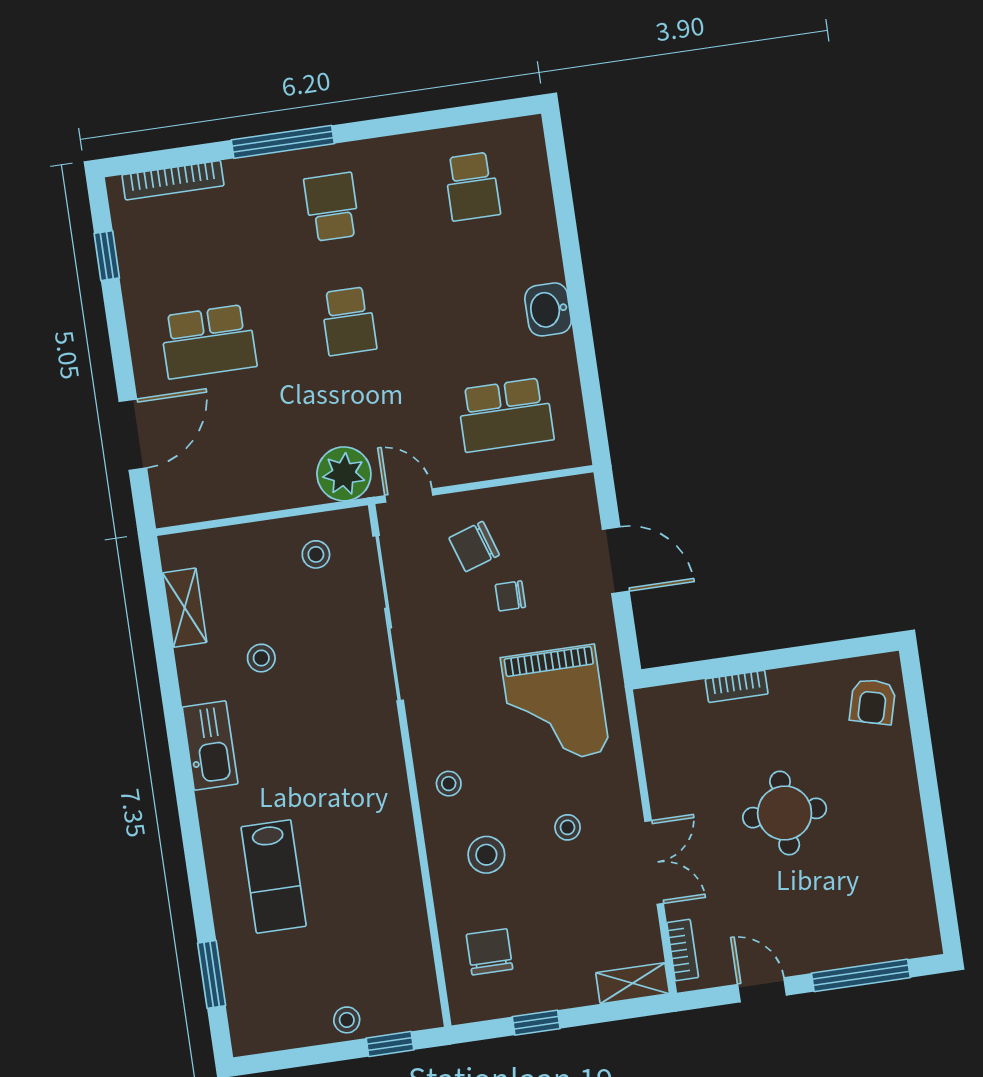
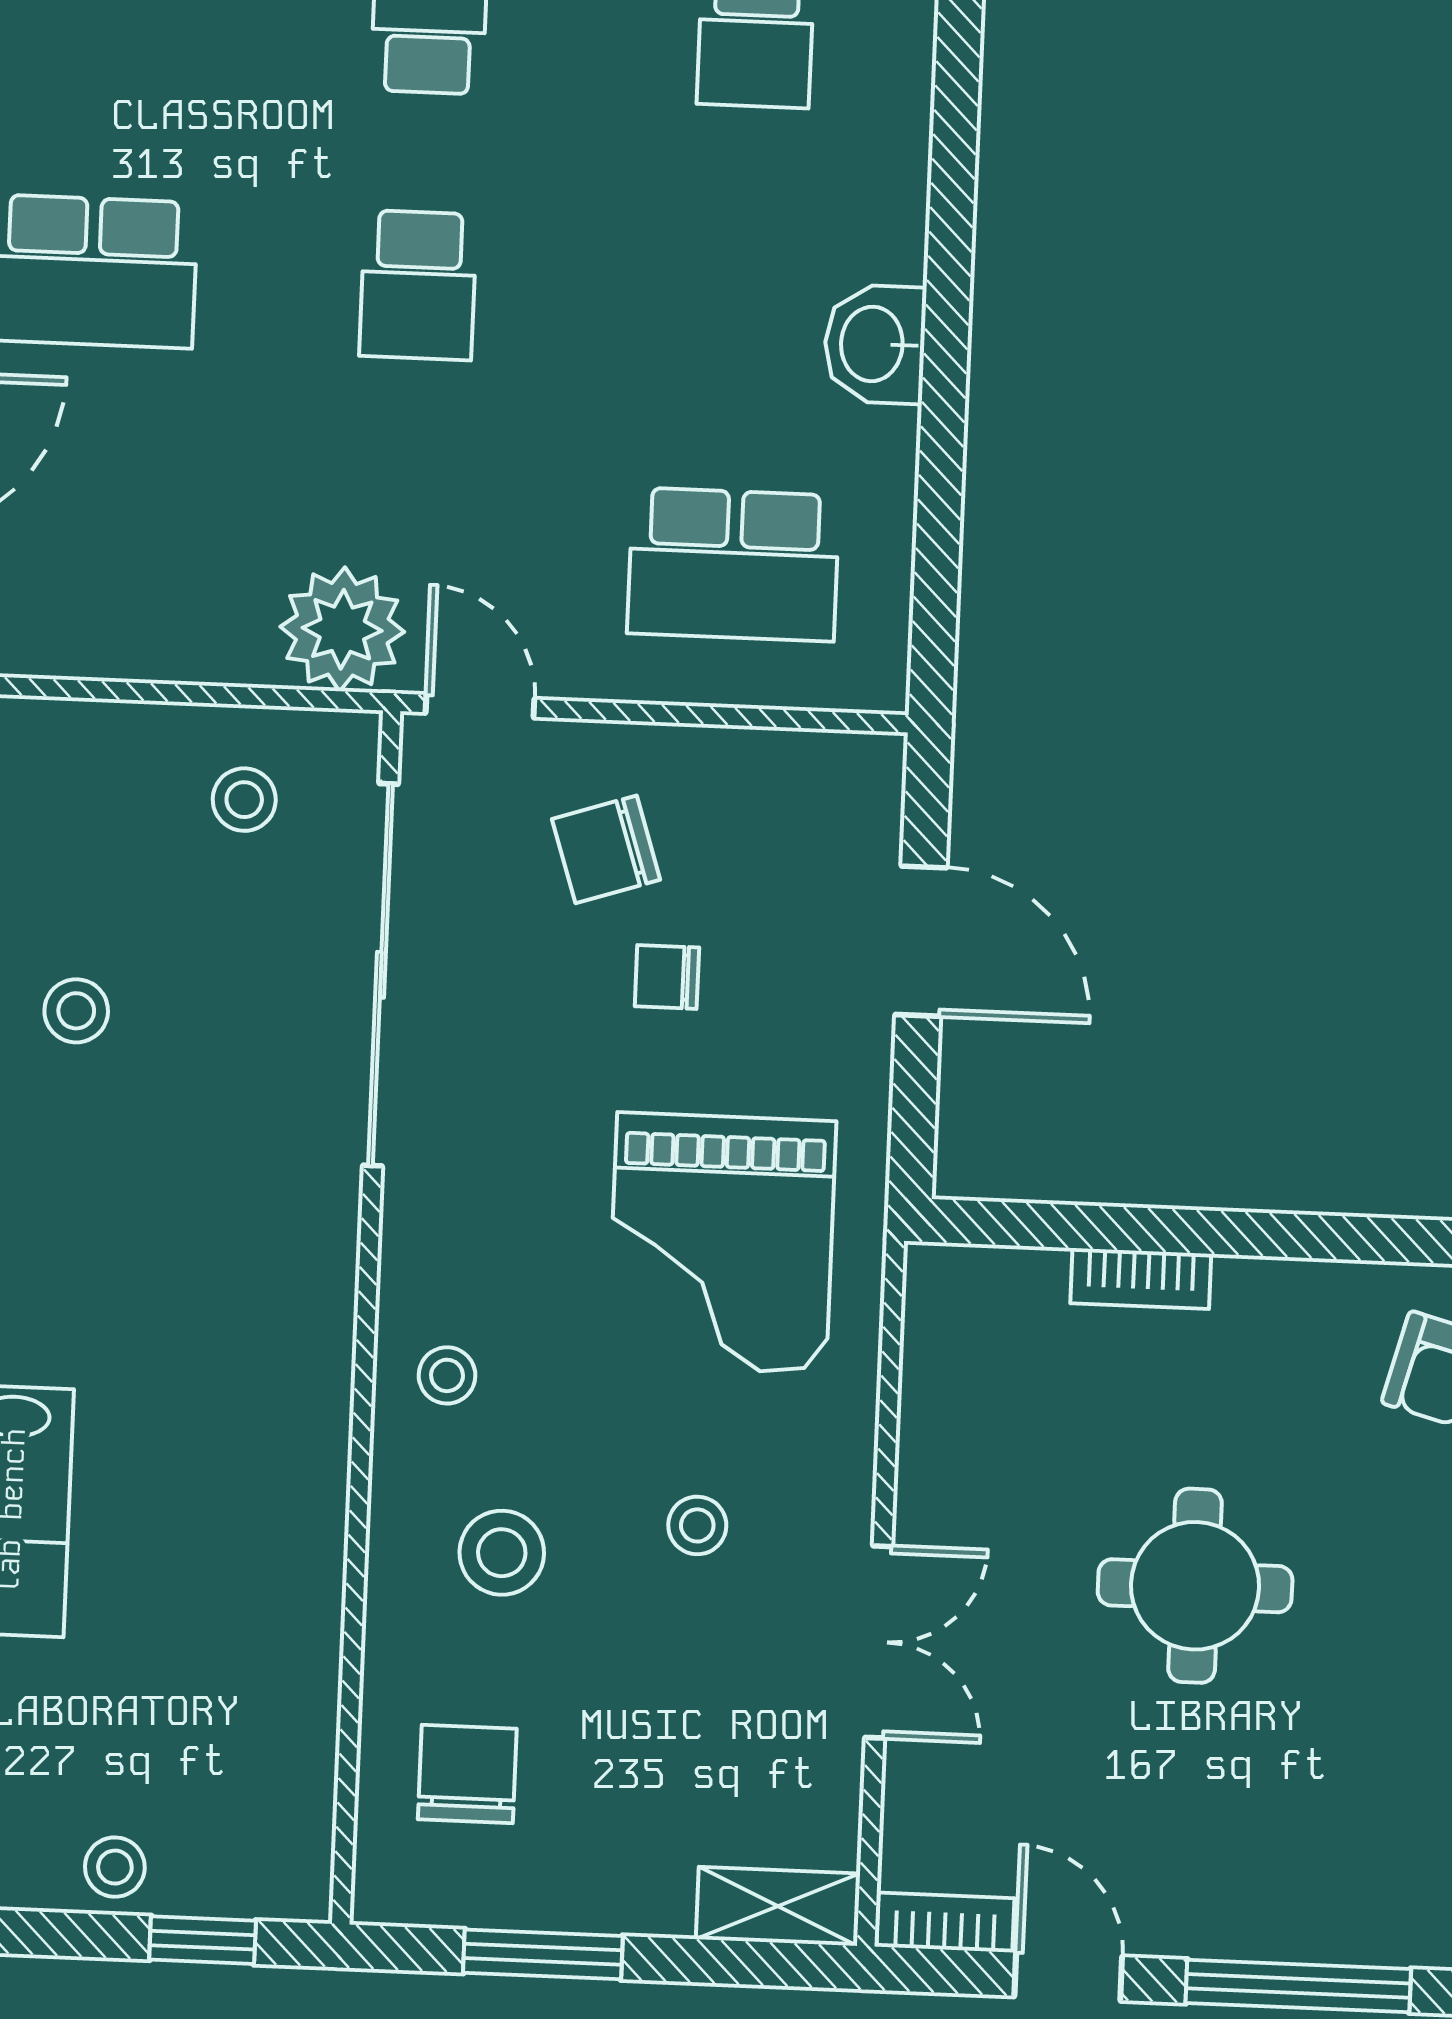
bookcase: (683, 950) -> (945, 1922), moved, turned -90
window: (536, 1023) -> (543, 1954), width x1.50

